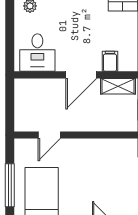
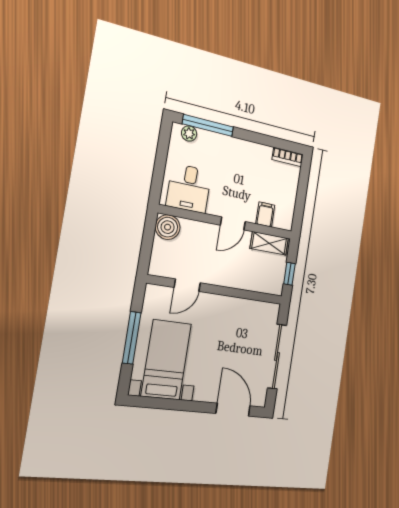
door: (81, 75) -> (233, 223), width x0.73
boiler: (25, 89) -> (168, 227), added

